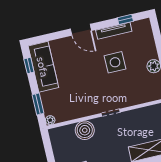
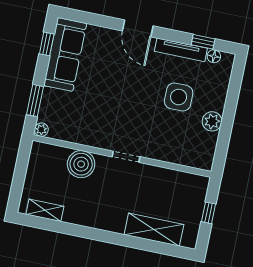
floor lamp: (136, 25) -> (214, 56), added
side table: (115, 62) -> (179, 97), moved

